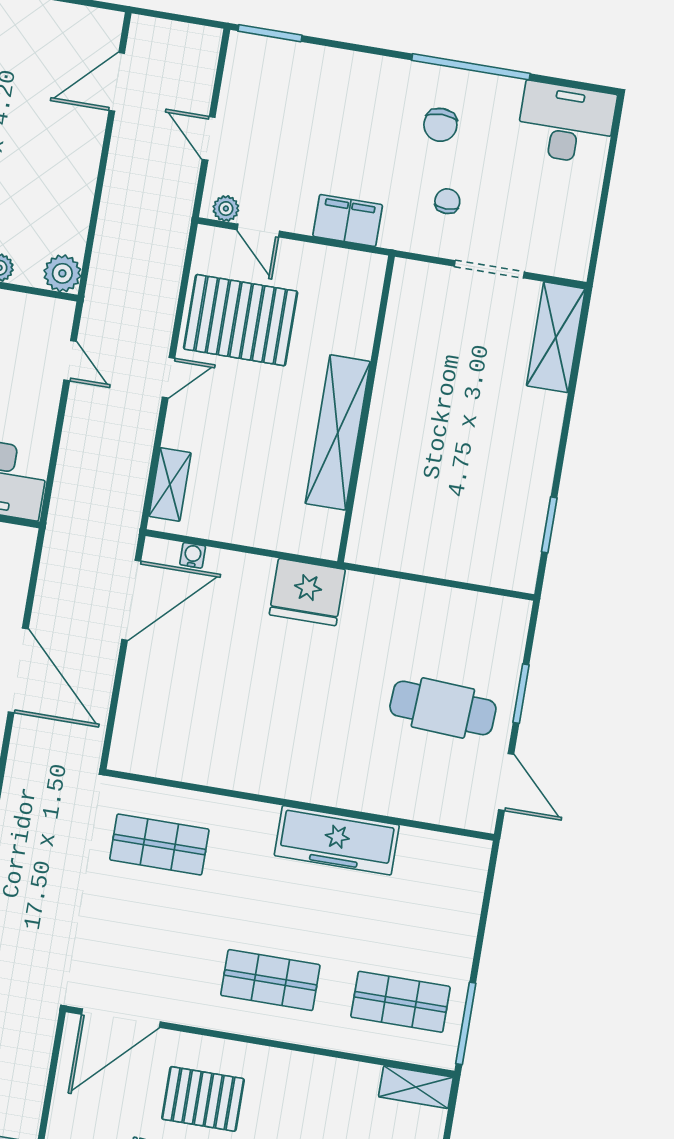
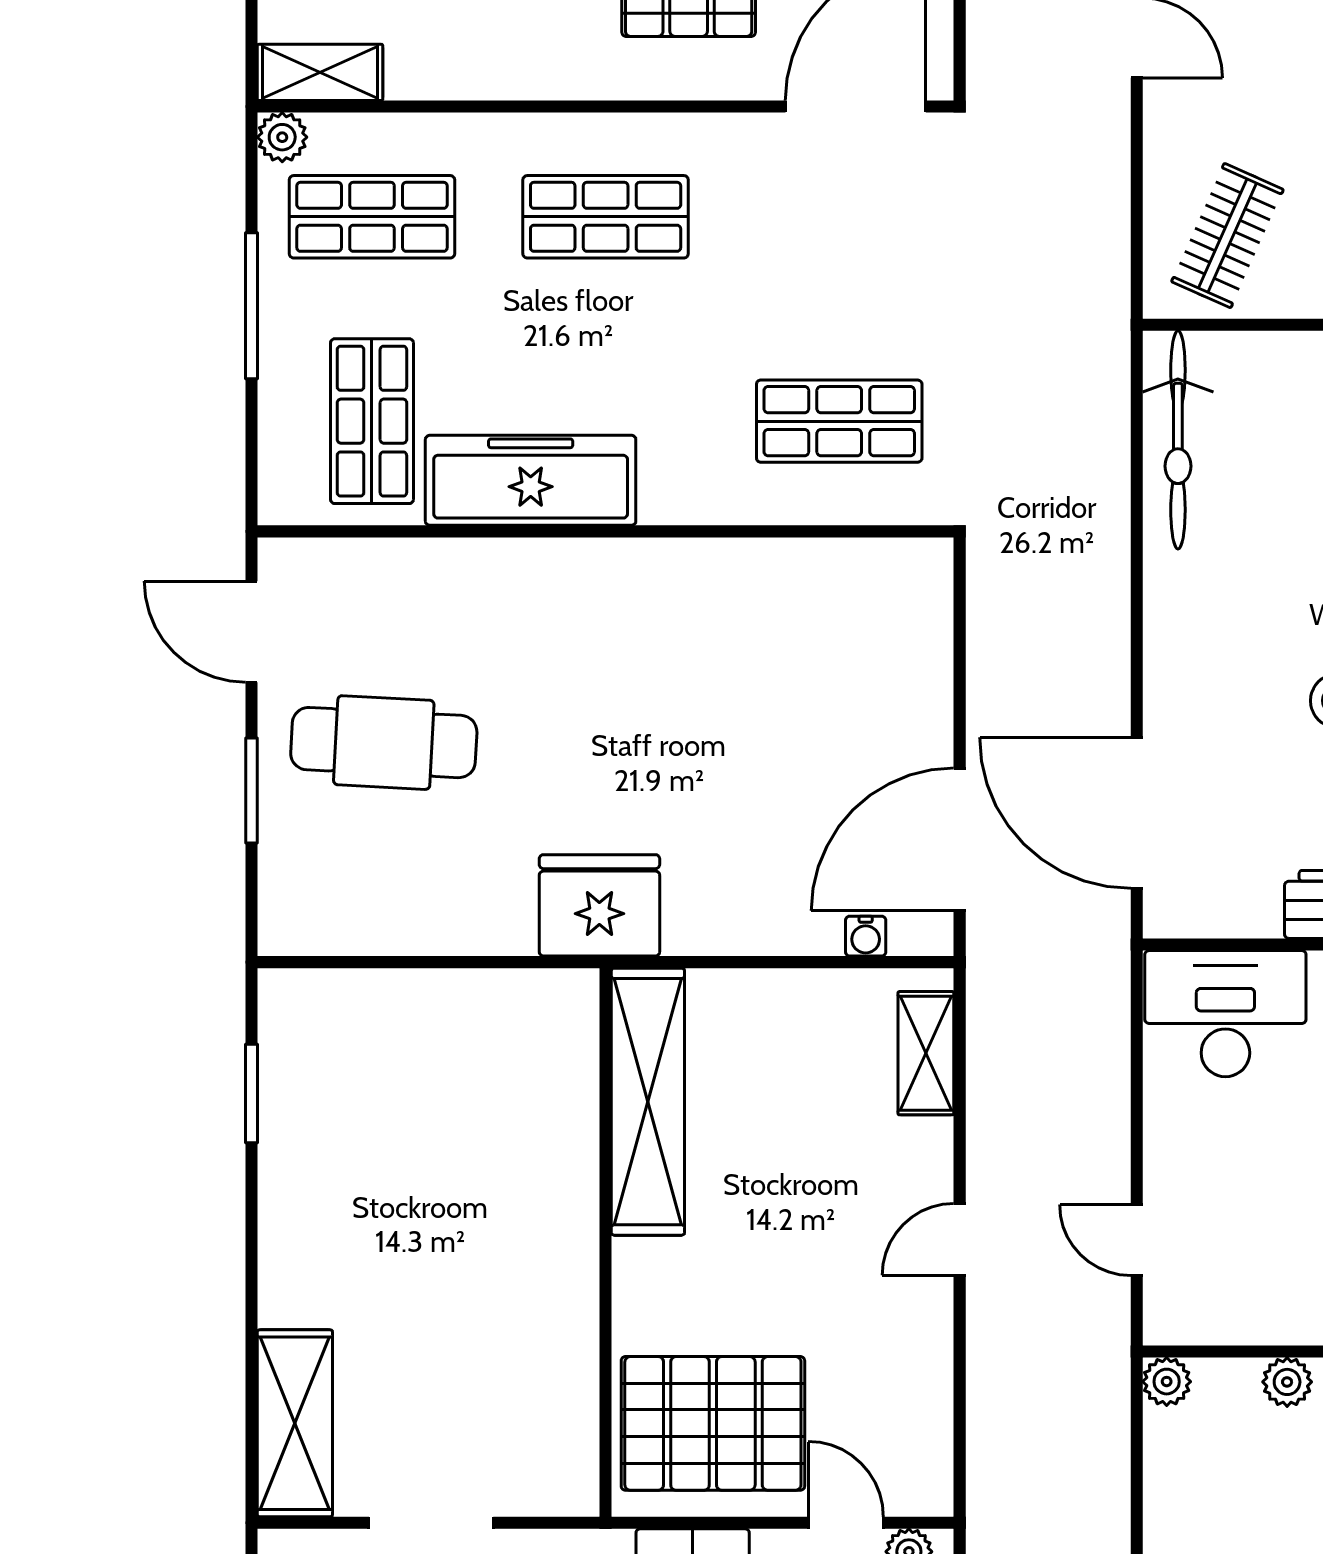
plant: (62, 273) -> (1167, 1382), width x0.73, depth x0.73
pallet: (241, 320) -> (713, 1423), moved
shelving: (338, 432) -> (648, 1102), moved
fridge: (307, 592) -> (599, 905), moved
door: (18, 670) -> (1137, 813), moved
shop shelf: (420, 888) -> (372, 421), added
window: (466, 1023) -> (252, 306), moved
plant: (443, 1055) -> (282, 137), added

